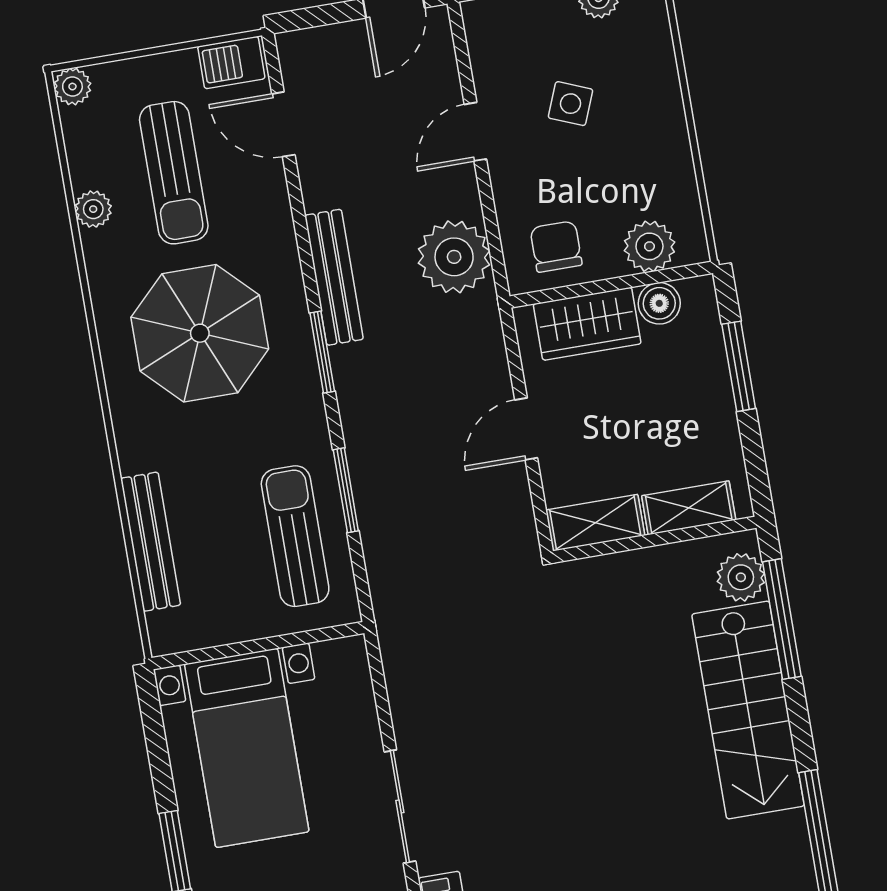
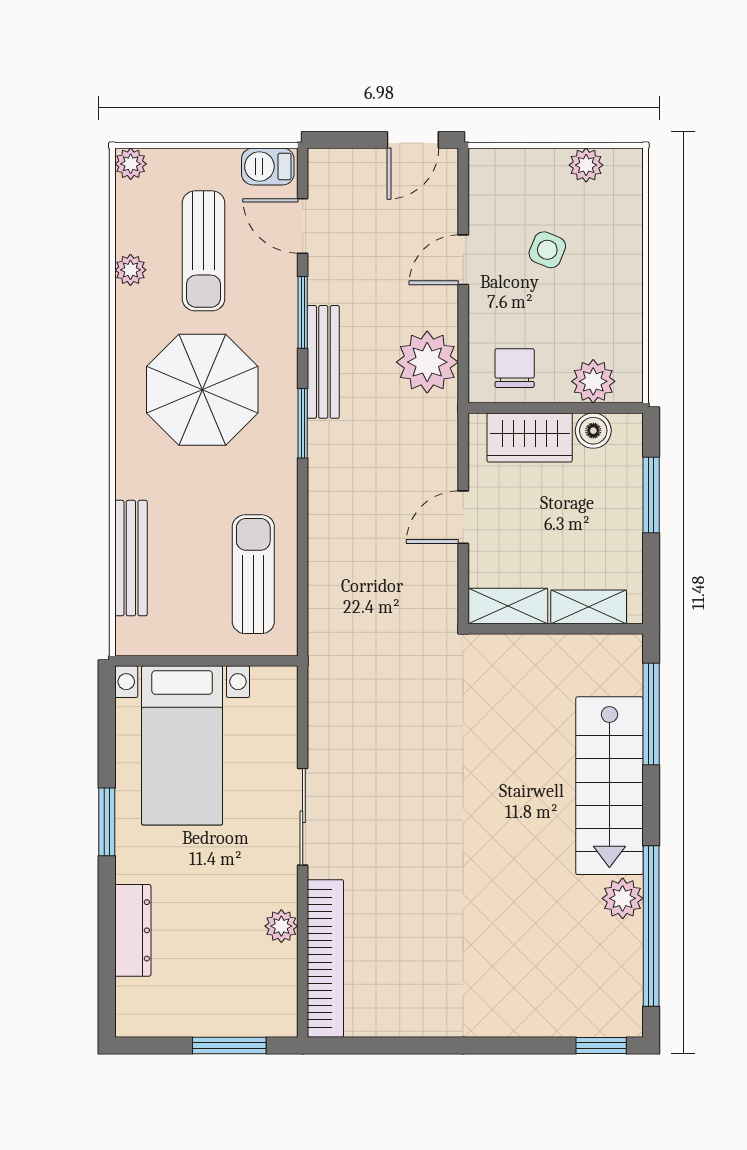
window: (346, 490) -> (303, 312), moved
plant: (741, 577) -> (623, 898), moved

